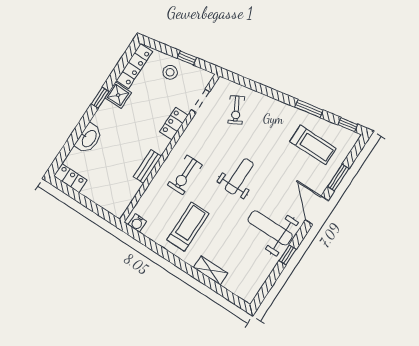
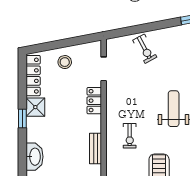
window: (187, 58) -> (71, 42), removed
exercise bike: (236, 110) -> (145, 49), moved
exercise bike: (185, 175) -> (130, 136), width x0.73, depth x0.72

